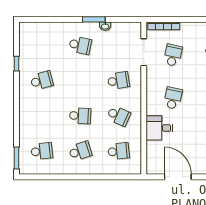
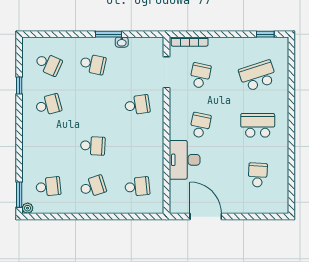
school desk: (119, 116) -> (48, 64), moved
desk: (159, 128) -> (185, 160), width x1.37
plant: (24, 170) -> (28, 208), added

